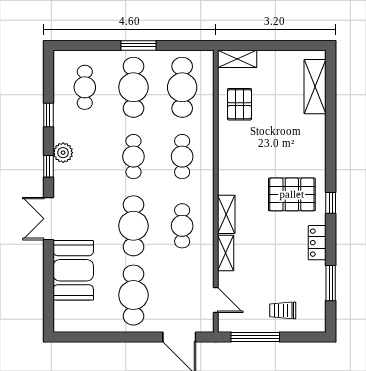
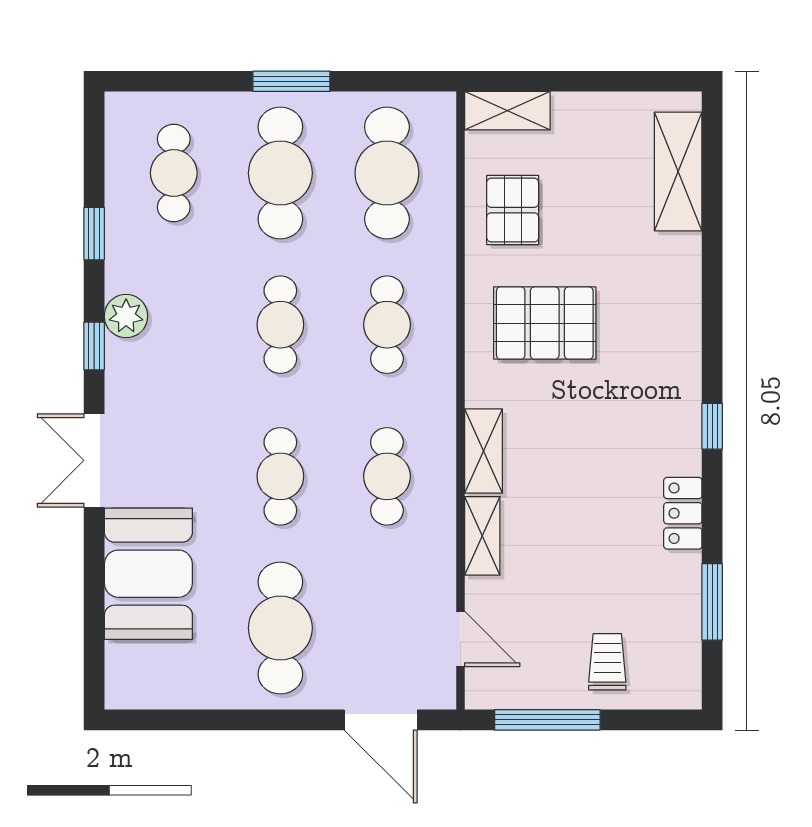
pallet: (292, 194) -> (545, 323), moved
cafe table: (133, 226) -> (280, 476), width x0.73, depth x0.74
trolley: (283, 310) -> (607, 662), turned 90

